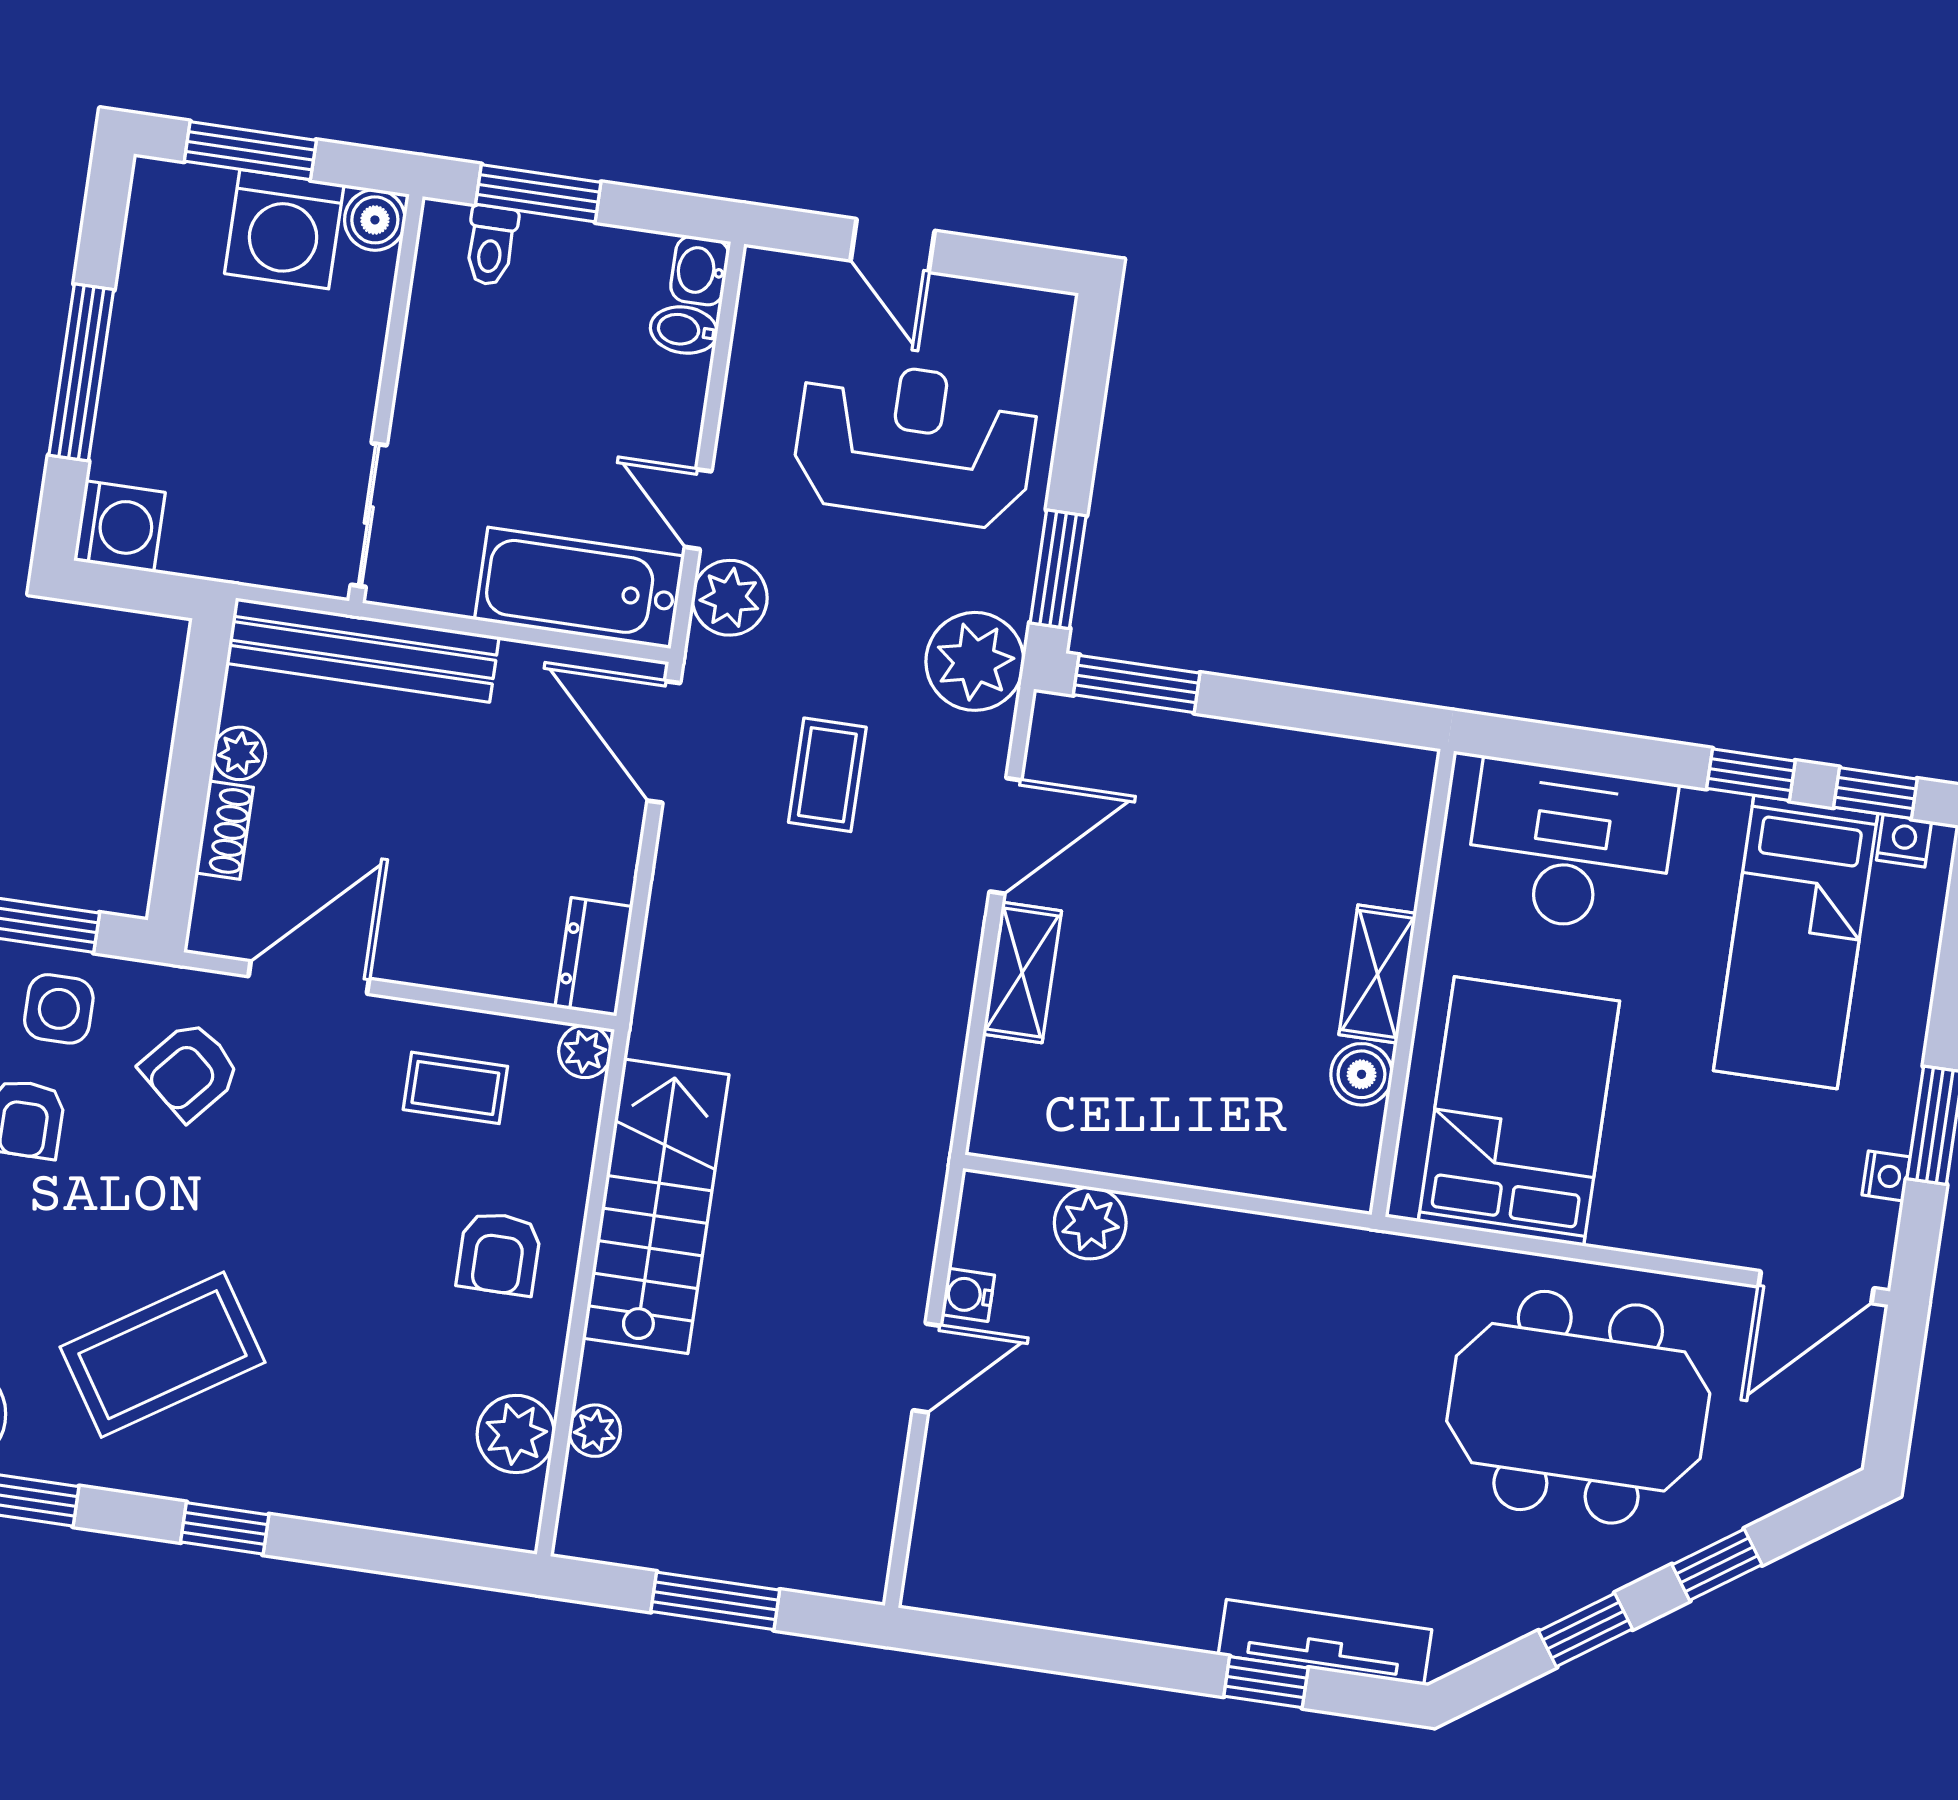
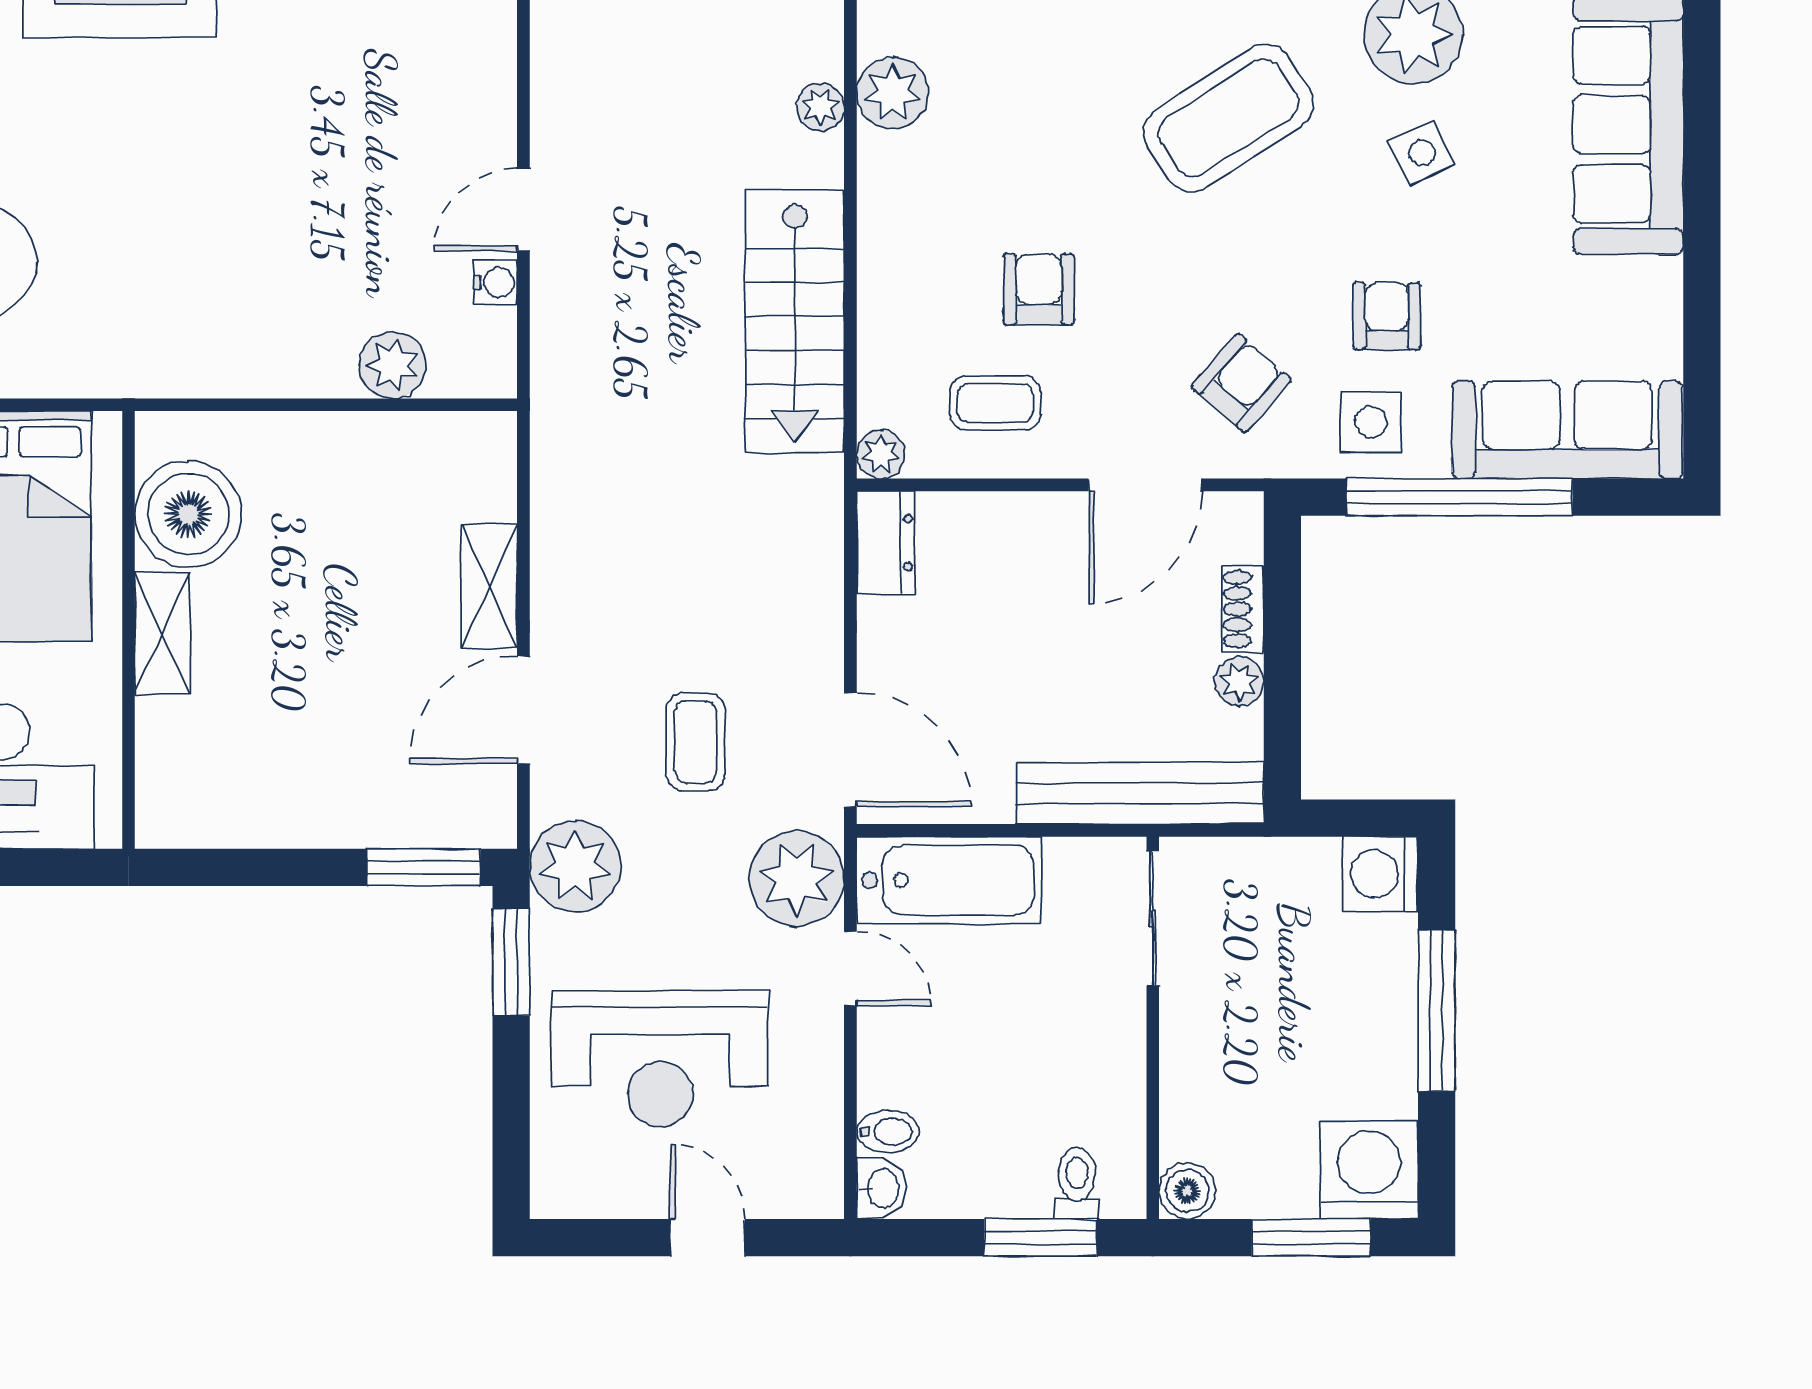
washing machine: (284, 229) -> (1369, 1170), moved
plant: (730, 598) -> (797, 879), width x1.36, depth x1.36
boiler: (1362, 1074) -> (188, 514), width x1.86, depth x1.86
armchair: (499, 1253) -> (1039, 289), moved

